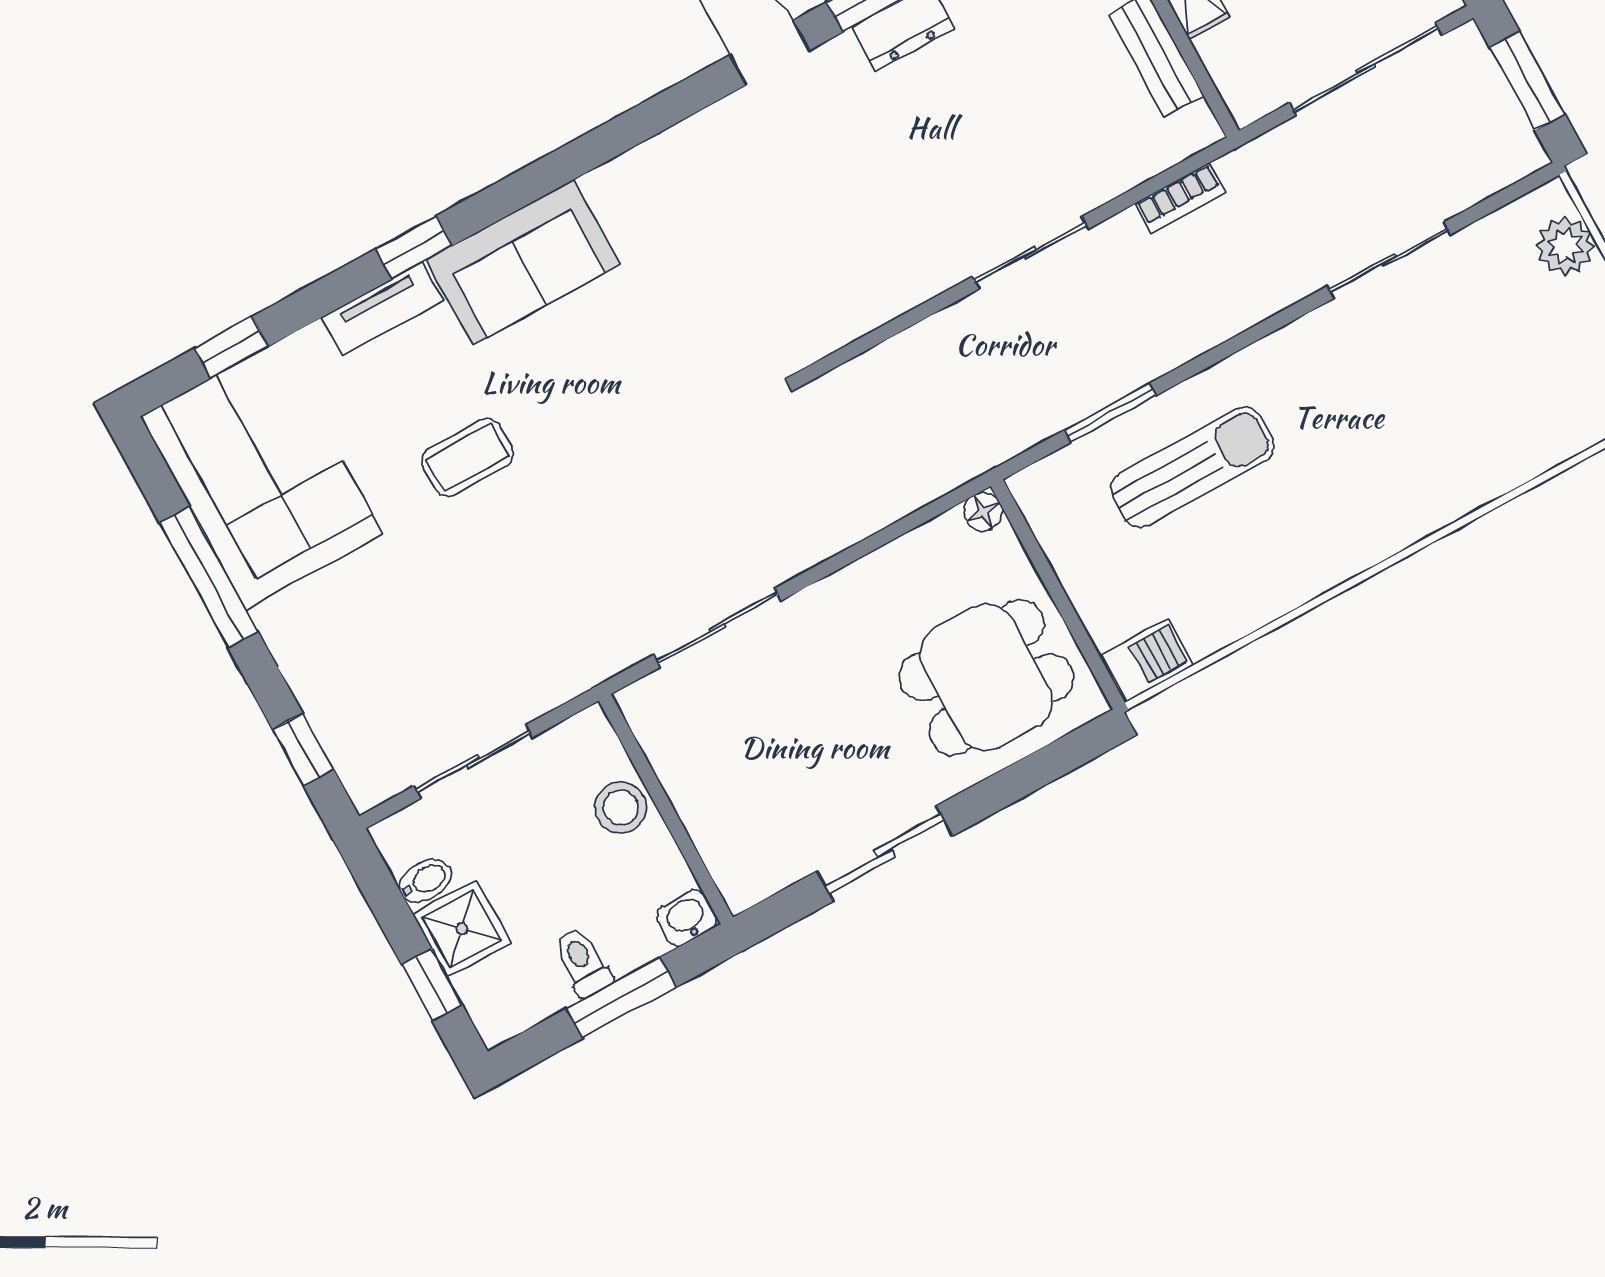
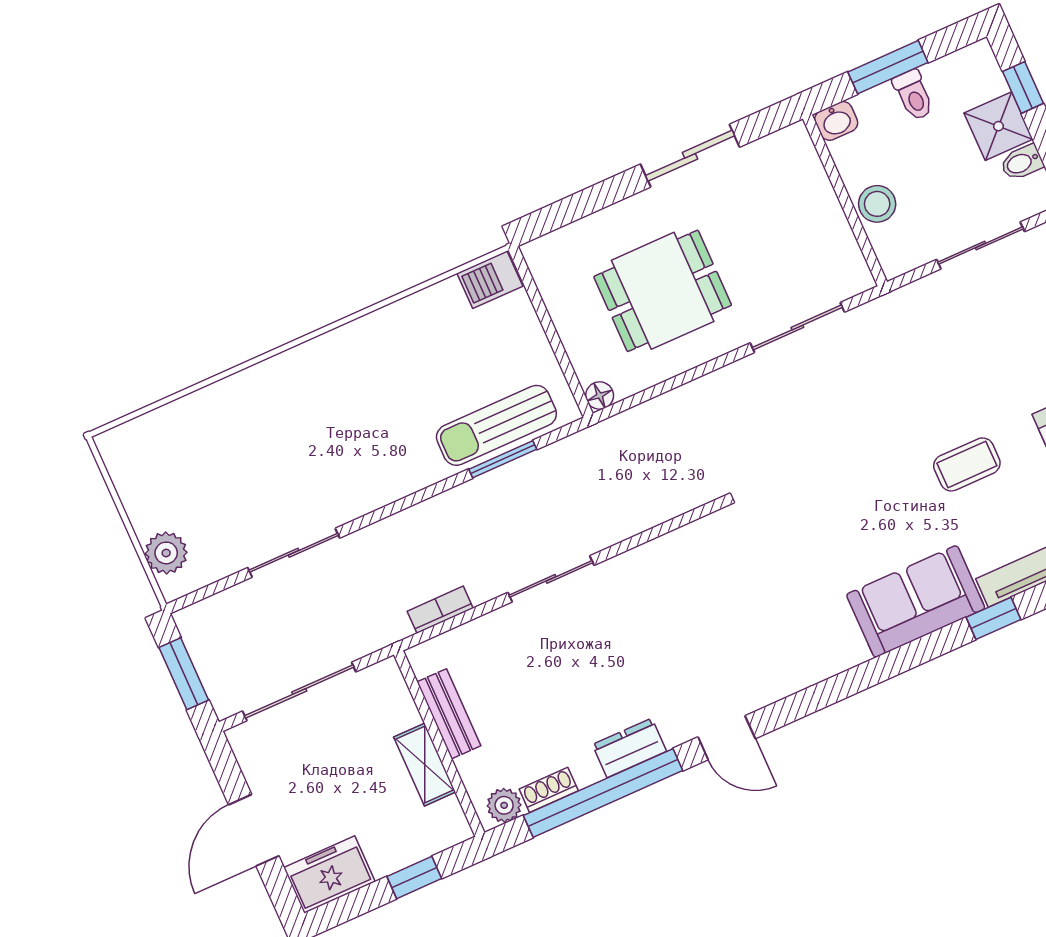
sun lounger: (1192, 467) -> (496, 425), moved
dining table: (986, 677) -> (663, 291), moved

